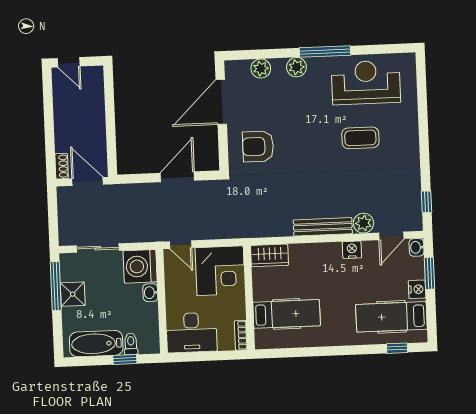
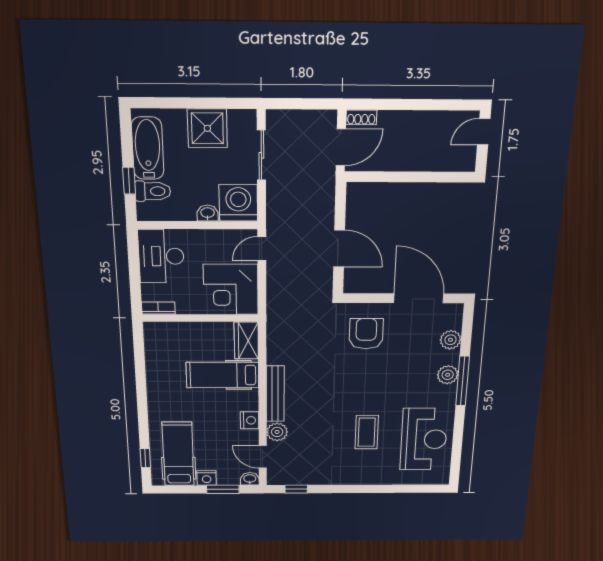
window: (325, 51) -> (463, 381), moved
window: (56, 286) -> (217, 103), removed
shower: (73, 294) -> (207, 128), width x1.36, depth x1.36
hospital bed: (287, 314) -> (222, 375), moved, turned 90
toilet: (131, 344) -> (153, 191), width x1.37, depth x1.39

